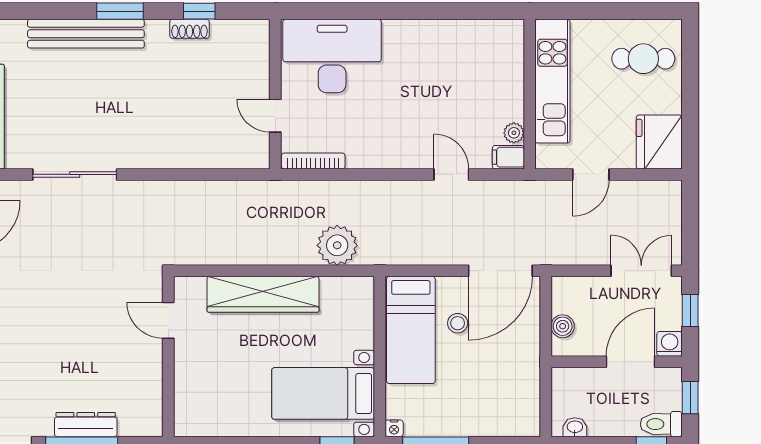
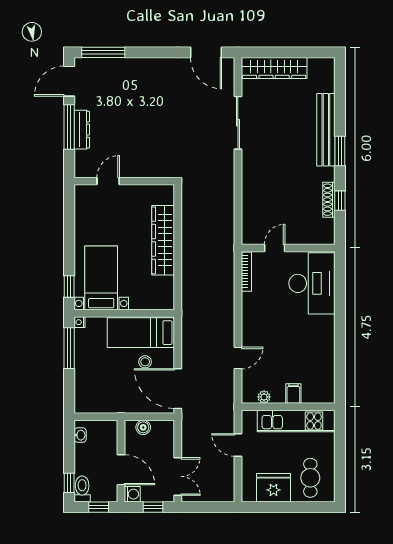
shoe rack: (189, 29) -> (329, 200), width x1.43
fridge: (659, 142) -> (274, 488), moved
filing cabinet: (508, 157) -> (293, 394), moved
plant: (337, 245) -> (194, 287), removed
door: (168, 320) -> (108, 181), moved

